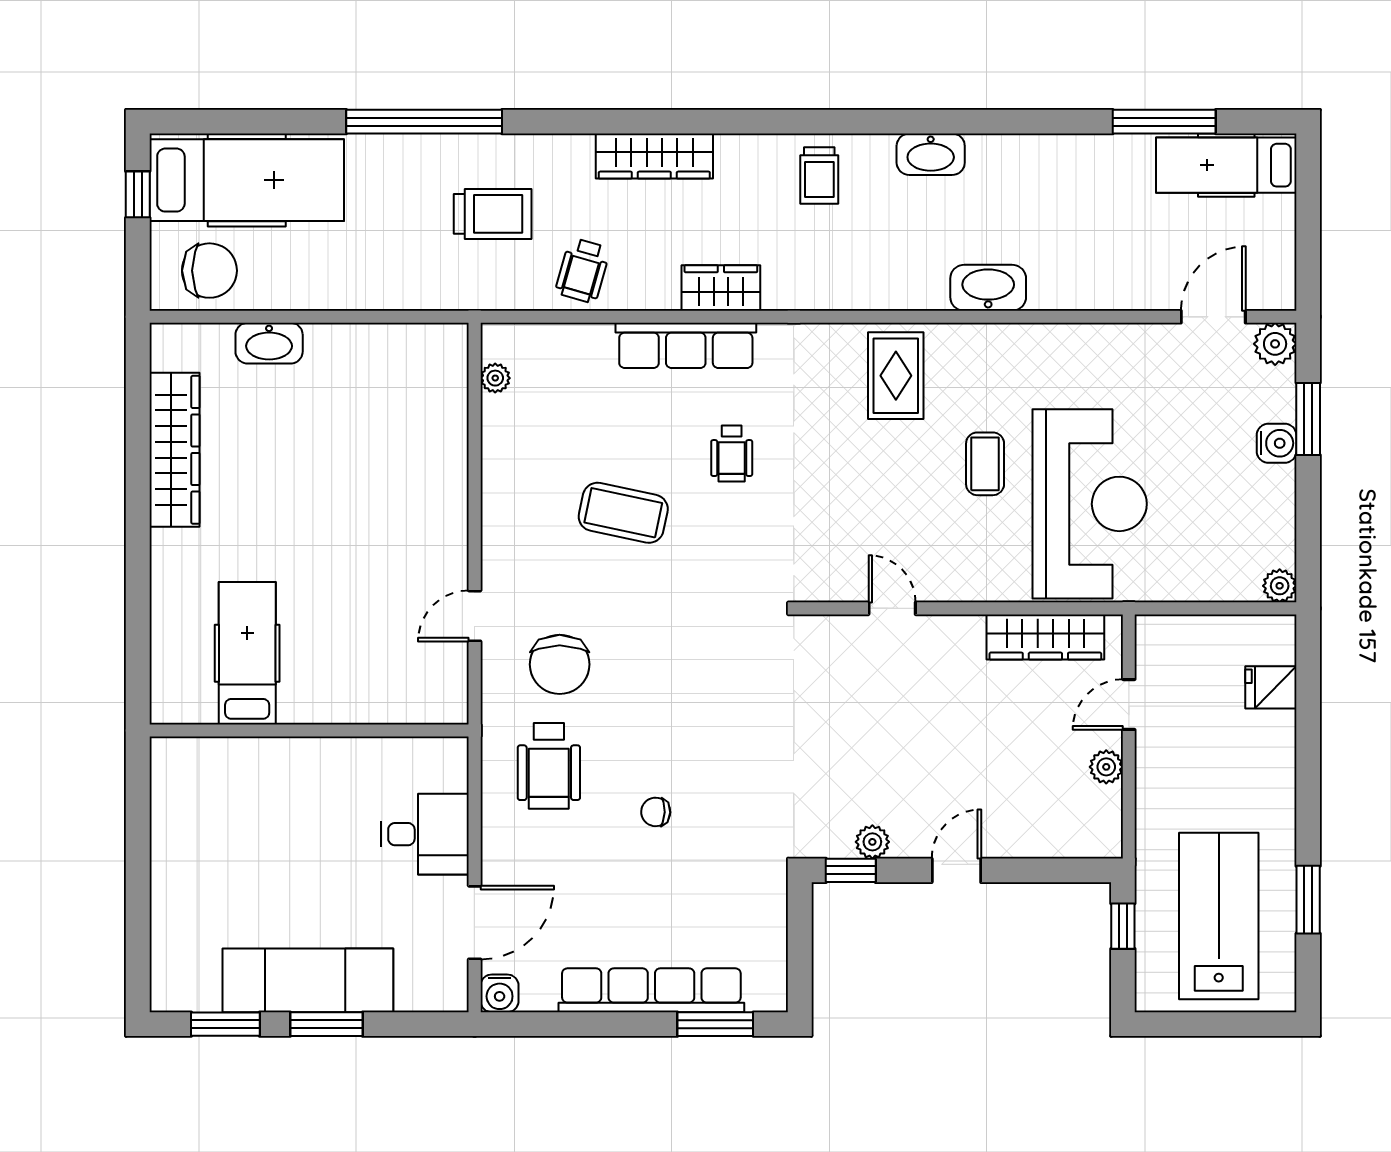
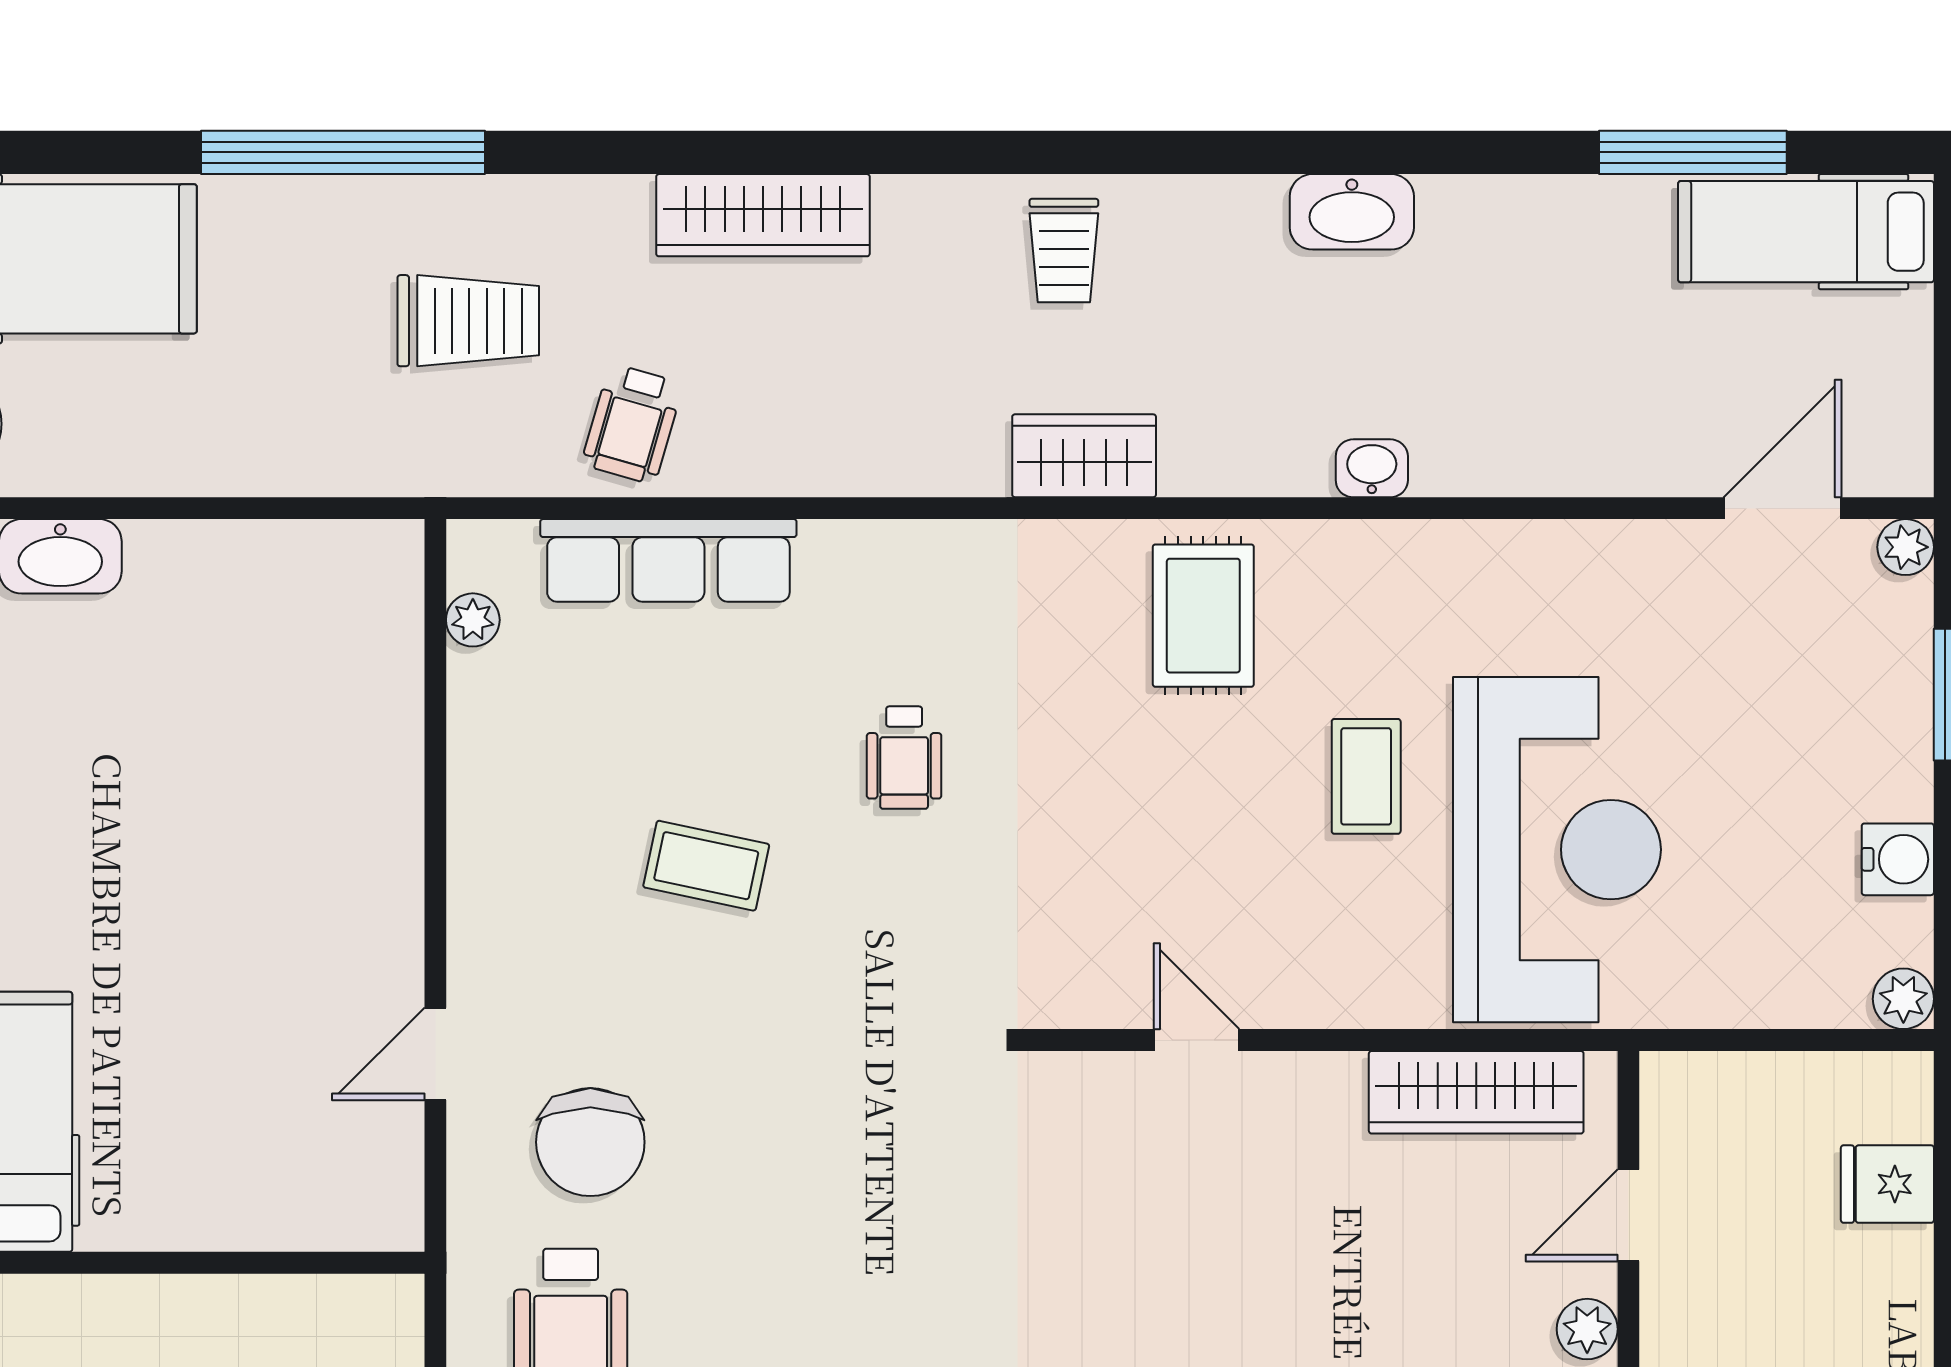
washbasin: (931, 154) -> (1352, 212), moved
wardrobe: (721, 288) -> (1084, 456), moved
washbasin: (988, 288) -> (1372, 468), width x0.52, depth x0.69
plant: (1275, 344) -> (1906, 547), width x0.73, depth x0.73
row of seats: (686, 345) -> (668, 560), moved
water cooler: (1277, 443) -> (1898, 859), moved
coffee table: (623, 513) -> (706, 866), width x0.73, depth x0.77

